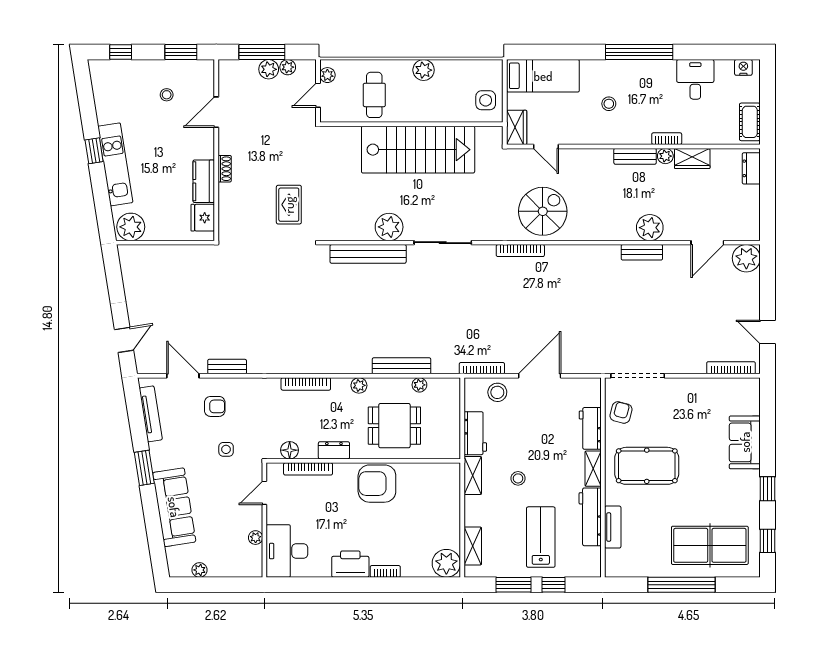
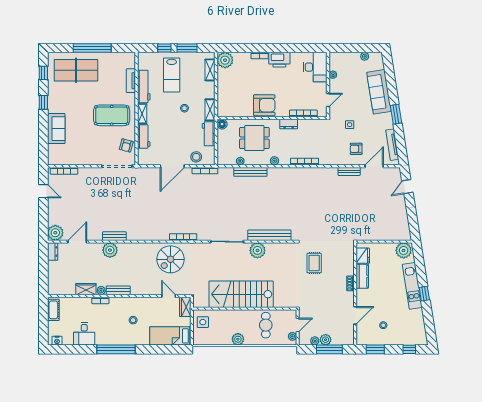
dresser: (751, 168) -> (53, 252), moved
door: (183, 376) -> (374, 166), swing flipped
floor lamp: (290, 450) -> (222, 124), moved

